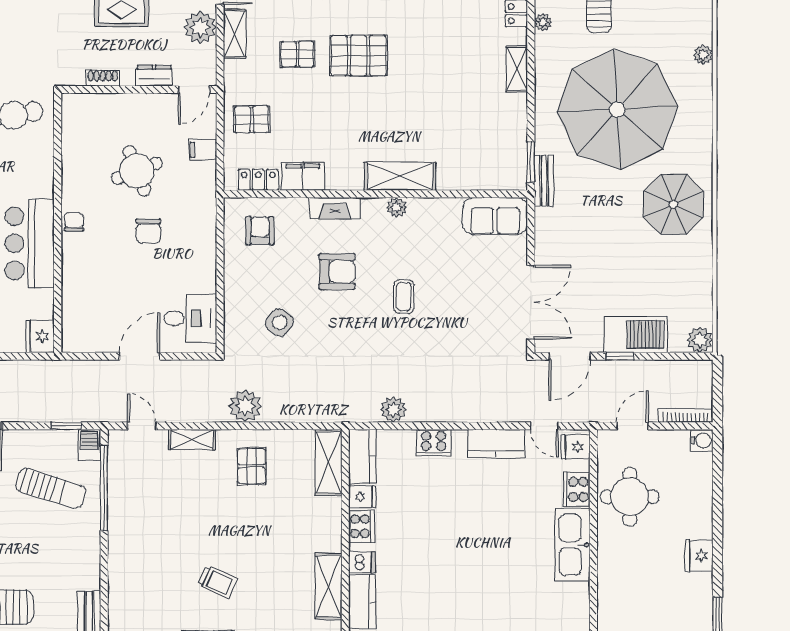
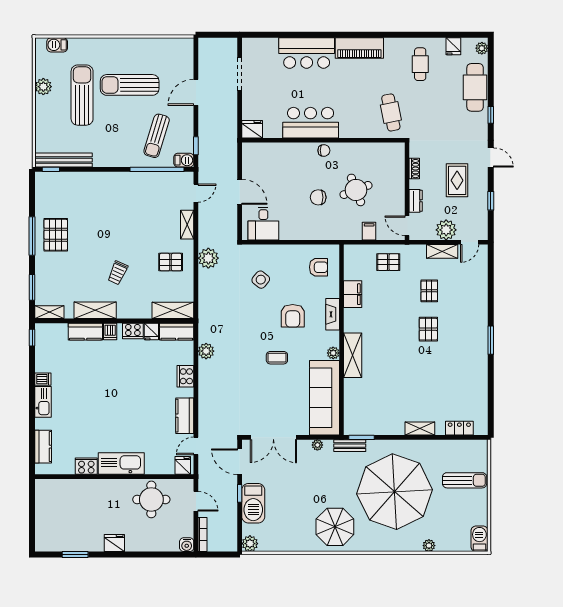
plant: (543, 22) -> (317, 445), moved
pallet: (358, 56) -> (428, 329), width x0.67, depth x0.71
pallet: (252, 119) -> (388, 262), turned 90
locker: (258, 180) -> (350, 266), removed
sofa: (495, 216) -> (324, 398), width x1.85, depth x1.27
cooker: (577, 489) -> (86, 466), moved
trolley: (217, 582) -> (118, 273), moved

